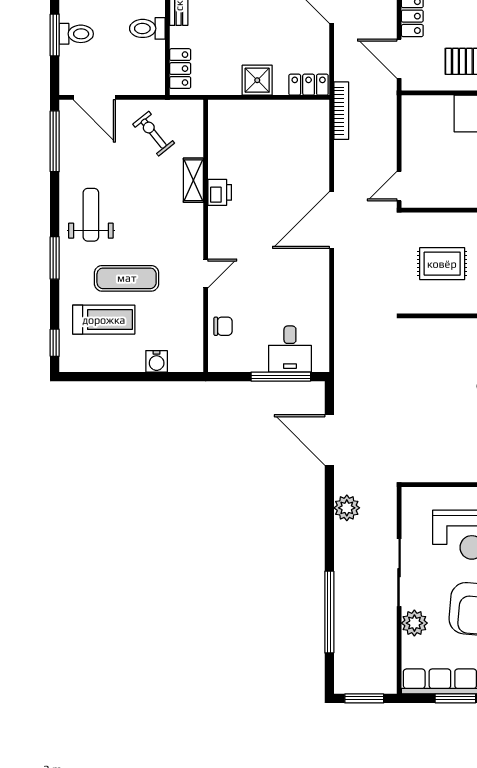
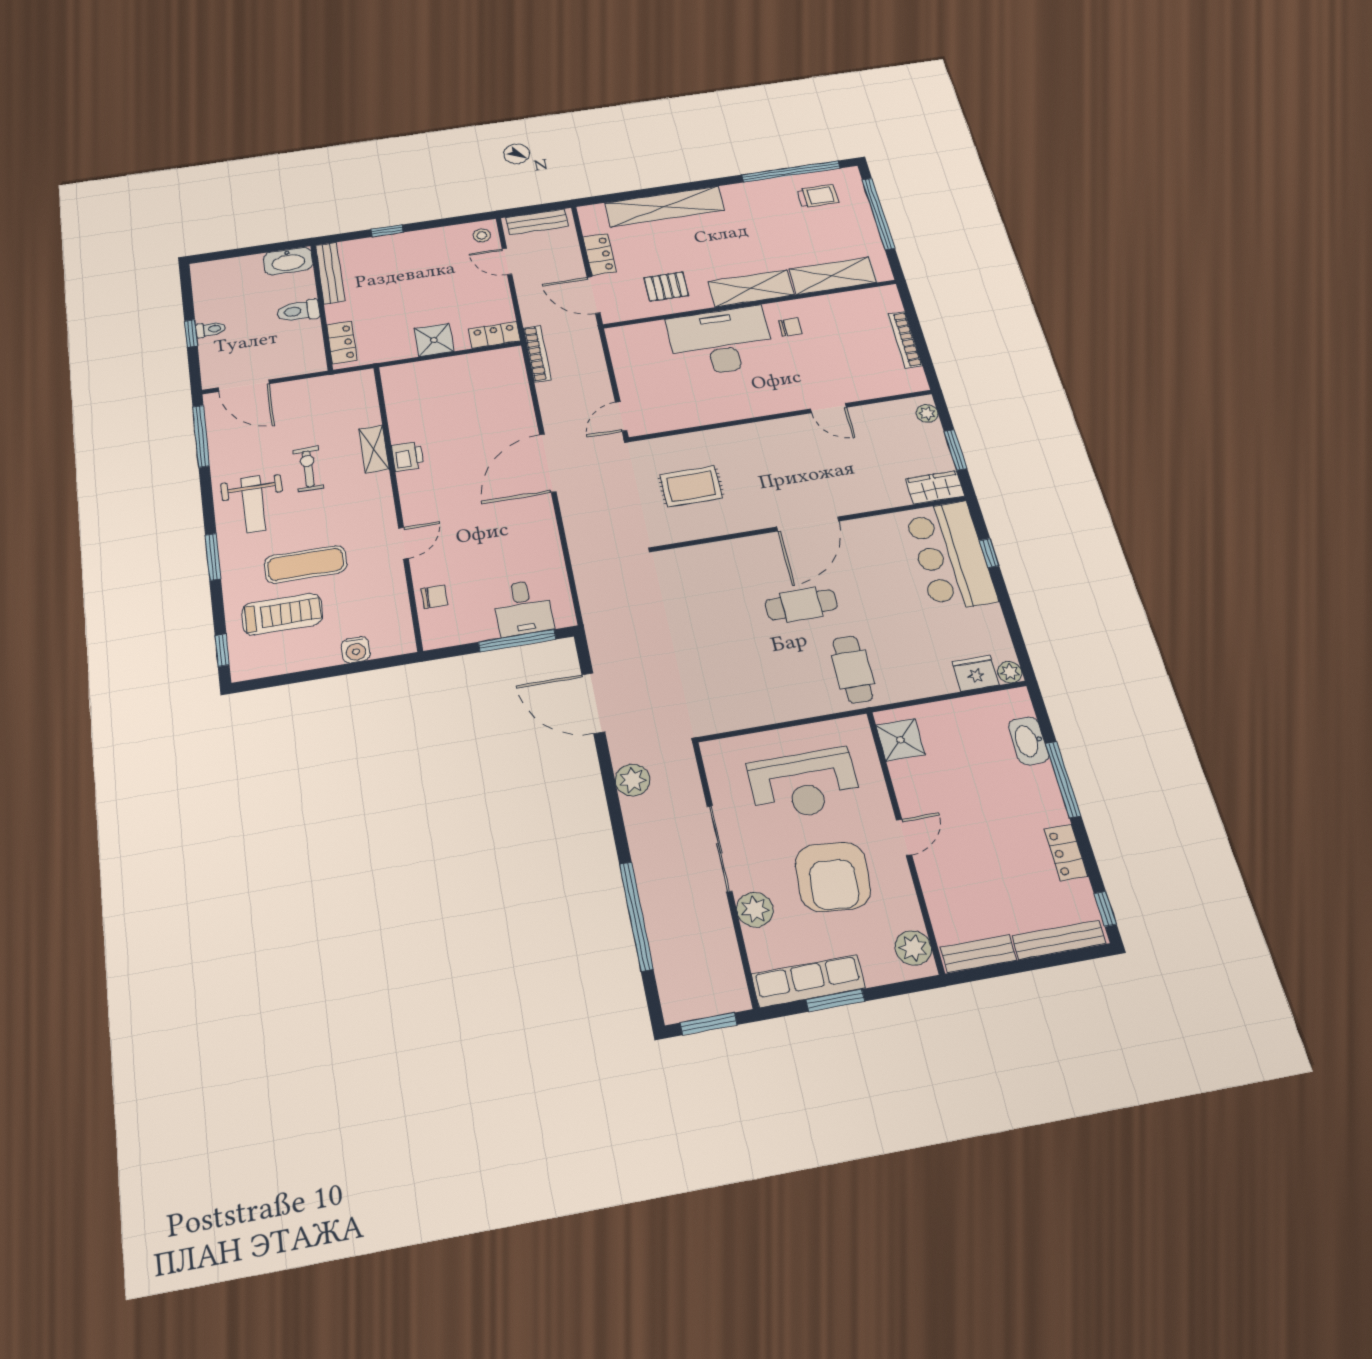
toilet: (76, 34) -> (211, 329), width x0.73, depth x0.72
window: (55, 35) -> (191, 333), width x0.67
exercise bike: (154, 134) -> (308, 469), moved, turned 39
weight bench: (91, 215) -> (253, 504), turned 180

